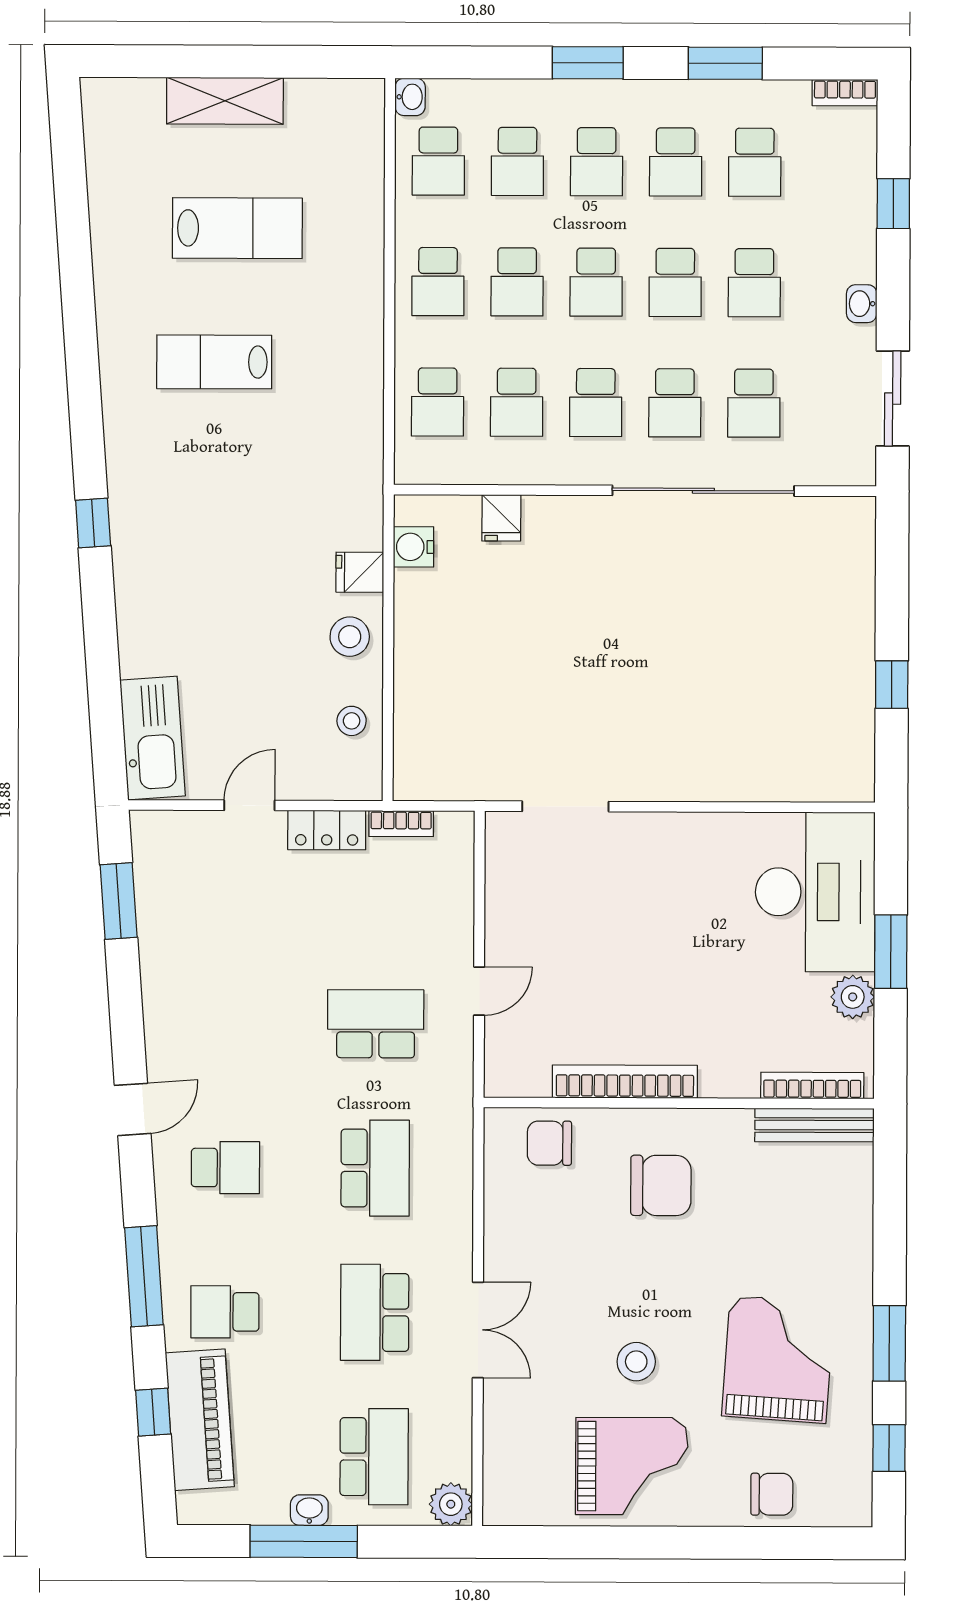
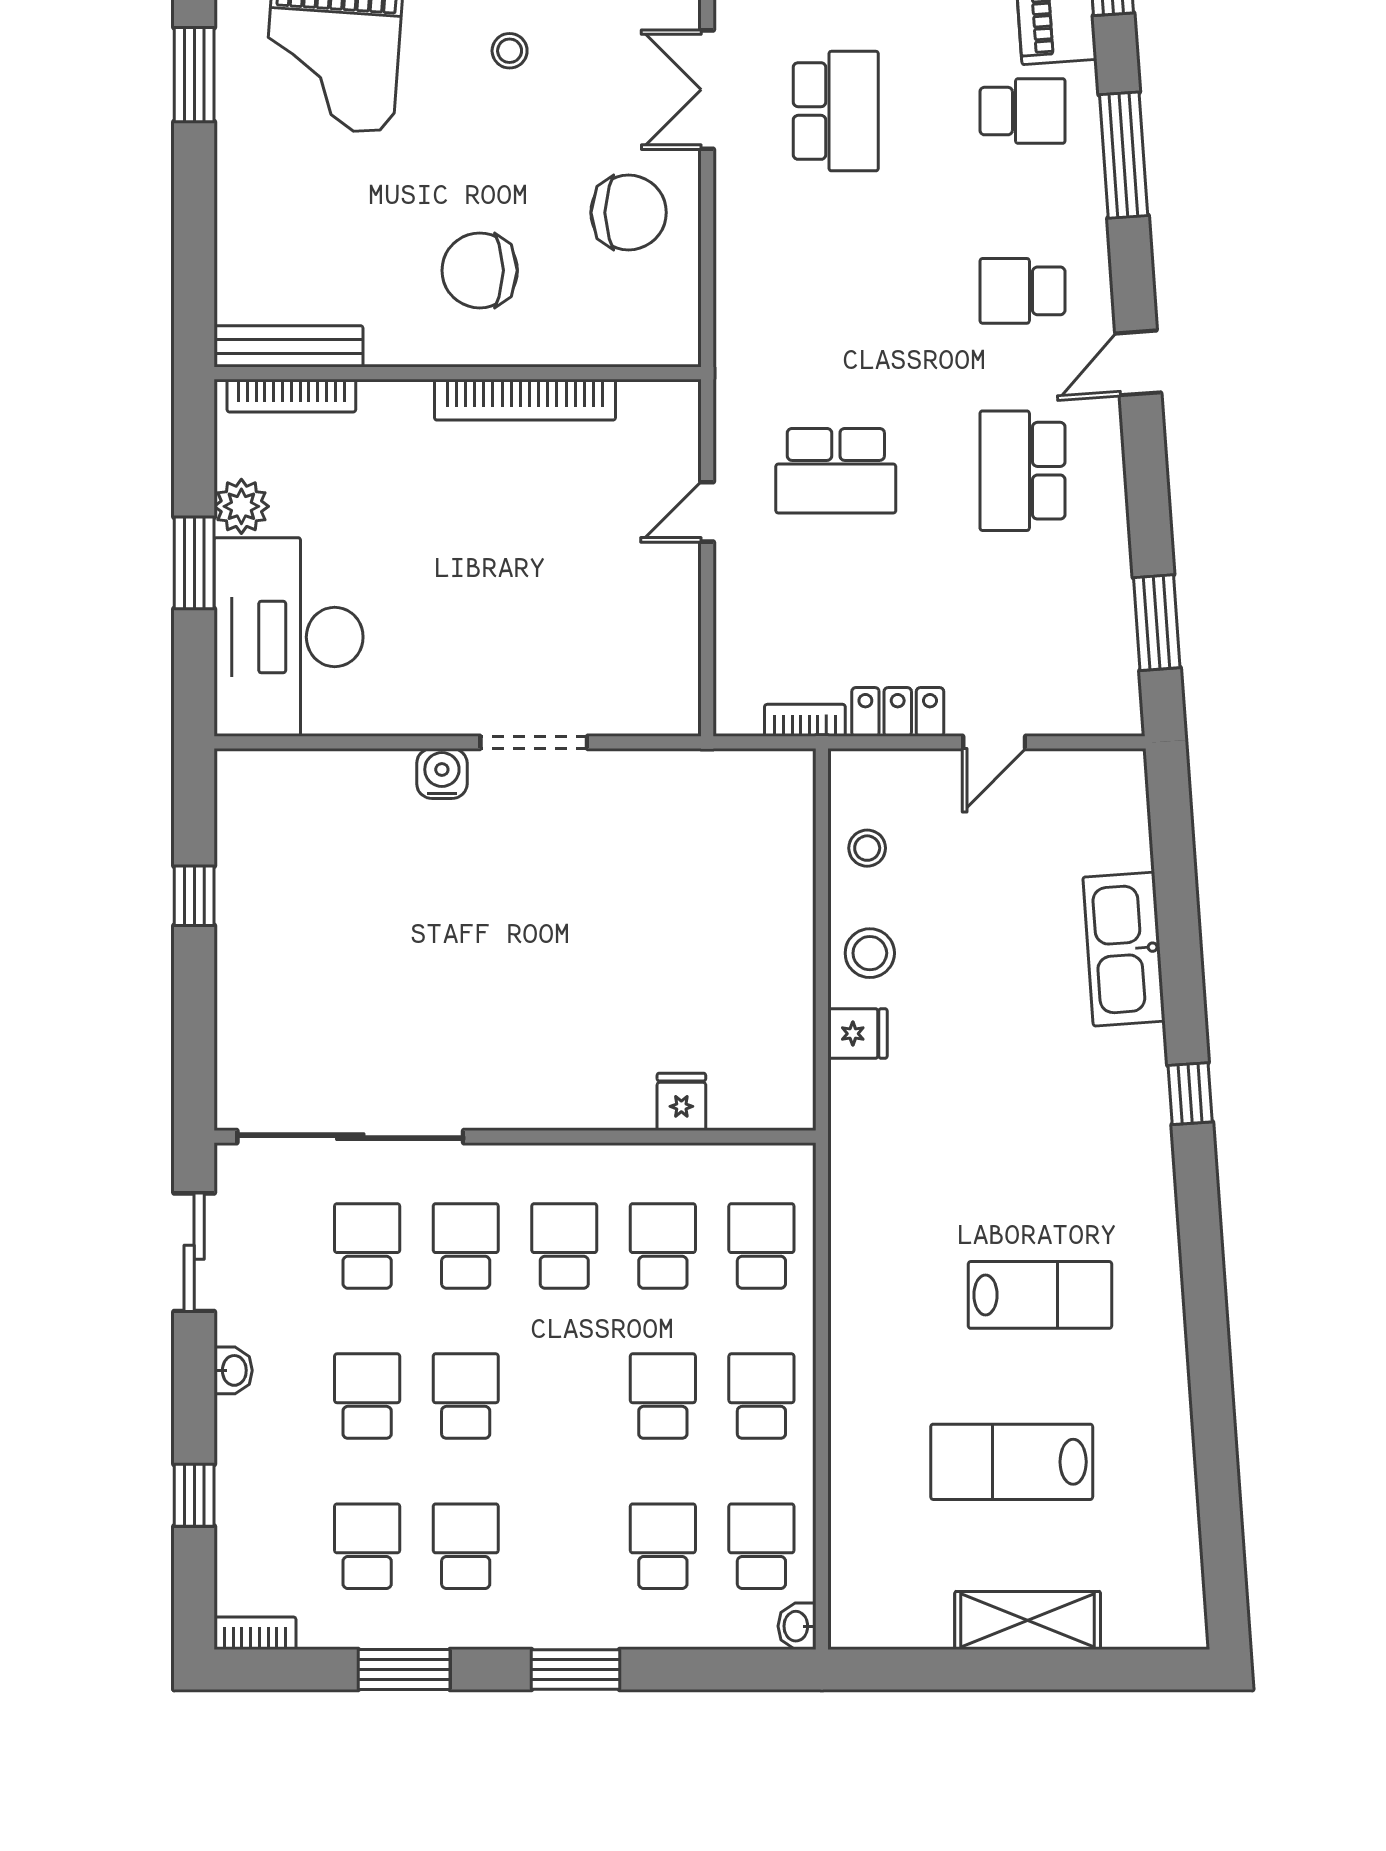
school desk: (597, 162) -> (564, 1546), removed
school desk: (596, 282) -> (564, 1396), removed
sliding door: (703, 491) -> (350, 1137), moved
water cooler: (413, 547) -> (442, 774), moved, turned -90
kitchen sink: (153, 738) -> (1124, 949), moved
doorway: (565, 806) -> (534, 742), moved
chair: (549, 1143) -> (629, 213), moved, width x1.37, depth x1.37
school desk: (375, 1168) -> (1022, 471), moved
stool: (636, 1362) -> (510, 51), width x0.73, depth x0.73

